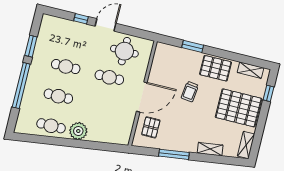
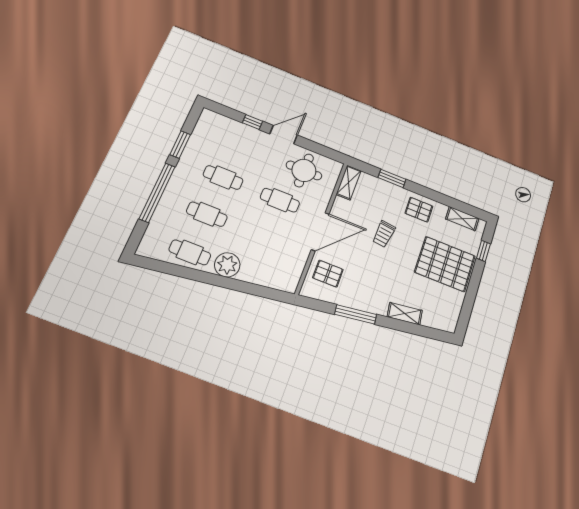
pallet: (216, 68) -> (419, 210), width x0.67, depth x0.71
pallet: (151, 127) -> (328, 274), turned 90
shelving: (246, 145) -> (349, 182), moved

